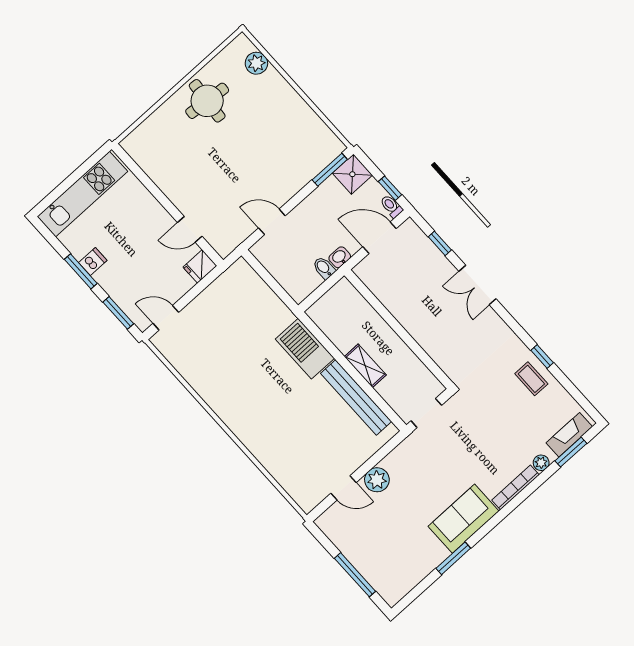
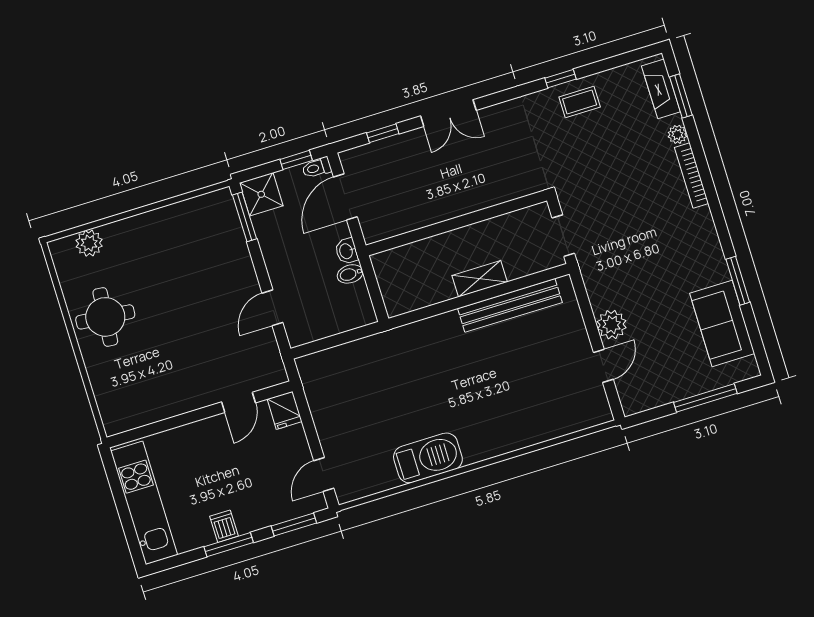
barbecue: (305, 349) -> (428, 458), moved, turned 180
sofa: (464, 519) -> (722, 323), moved

